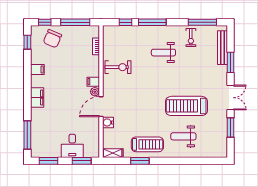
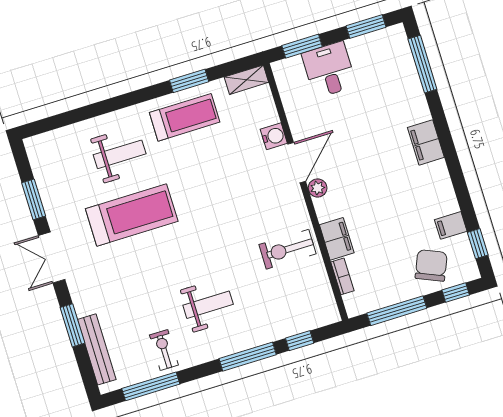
filing cabinet: (37, 69) -> (451, 225), moved
filing cabinet: (93, 82) -> (337, 239), moved, width x2.00
treadmill: (147, 144) -> (185, 117), turned 180

